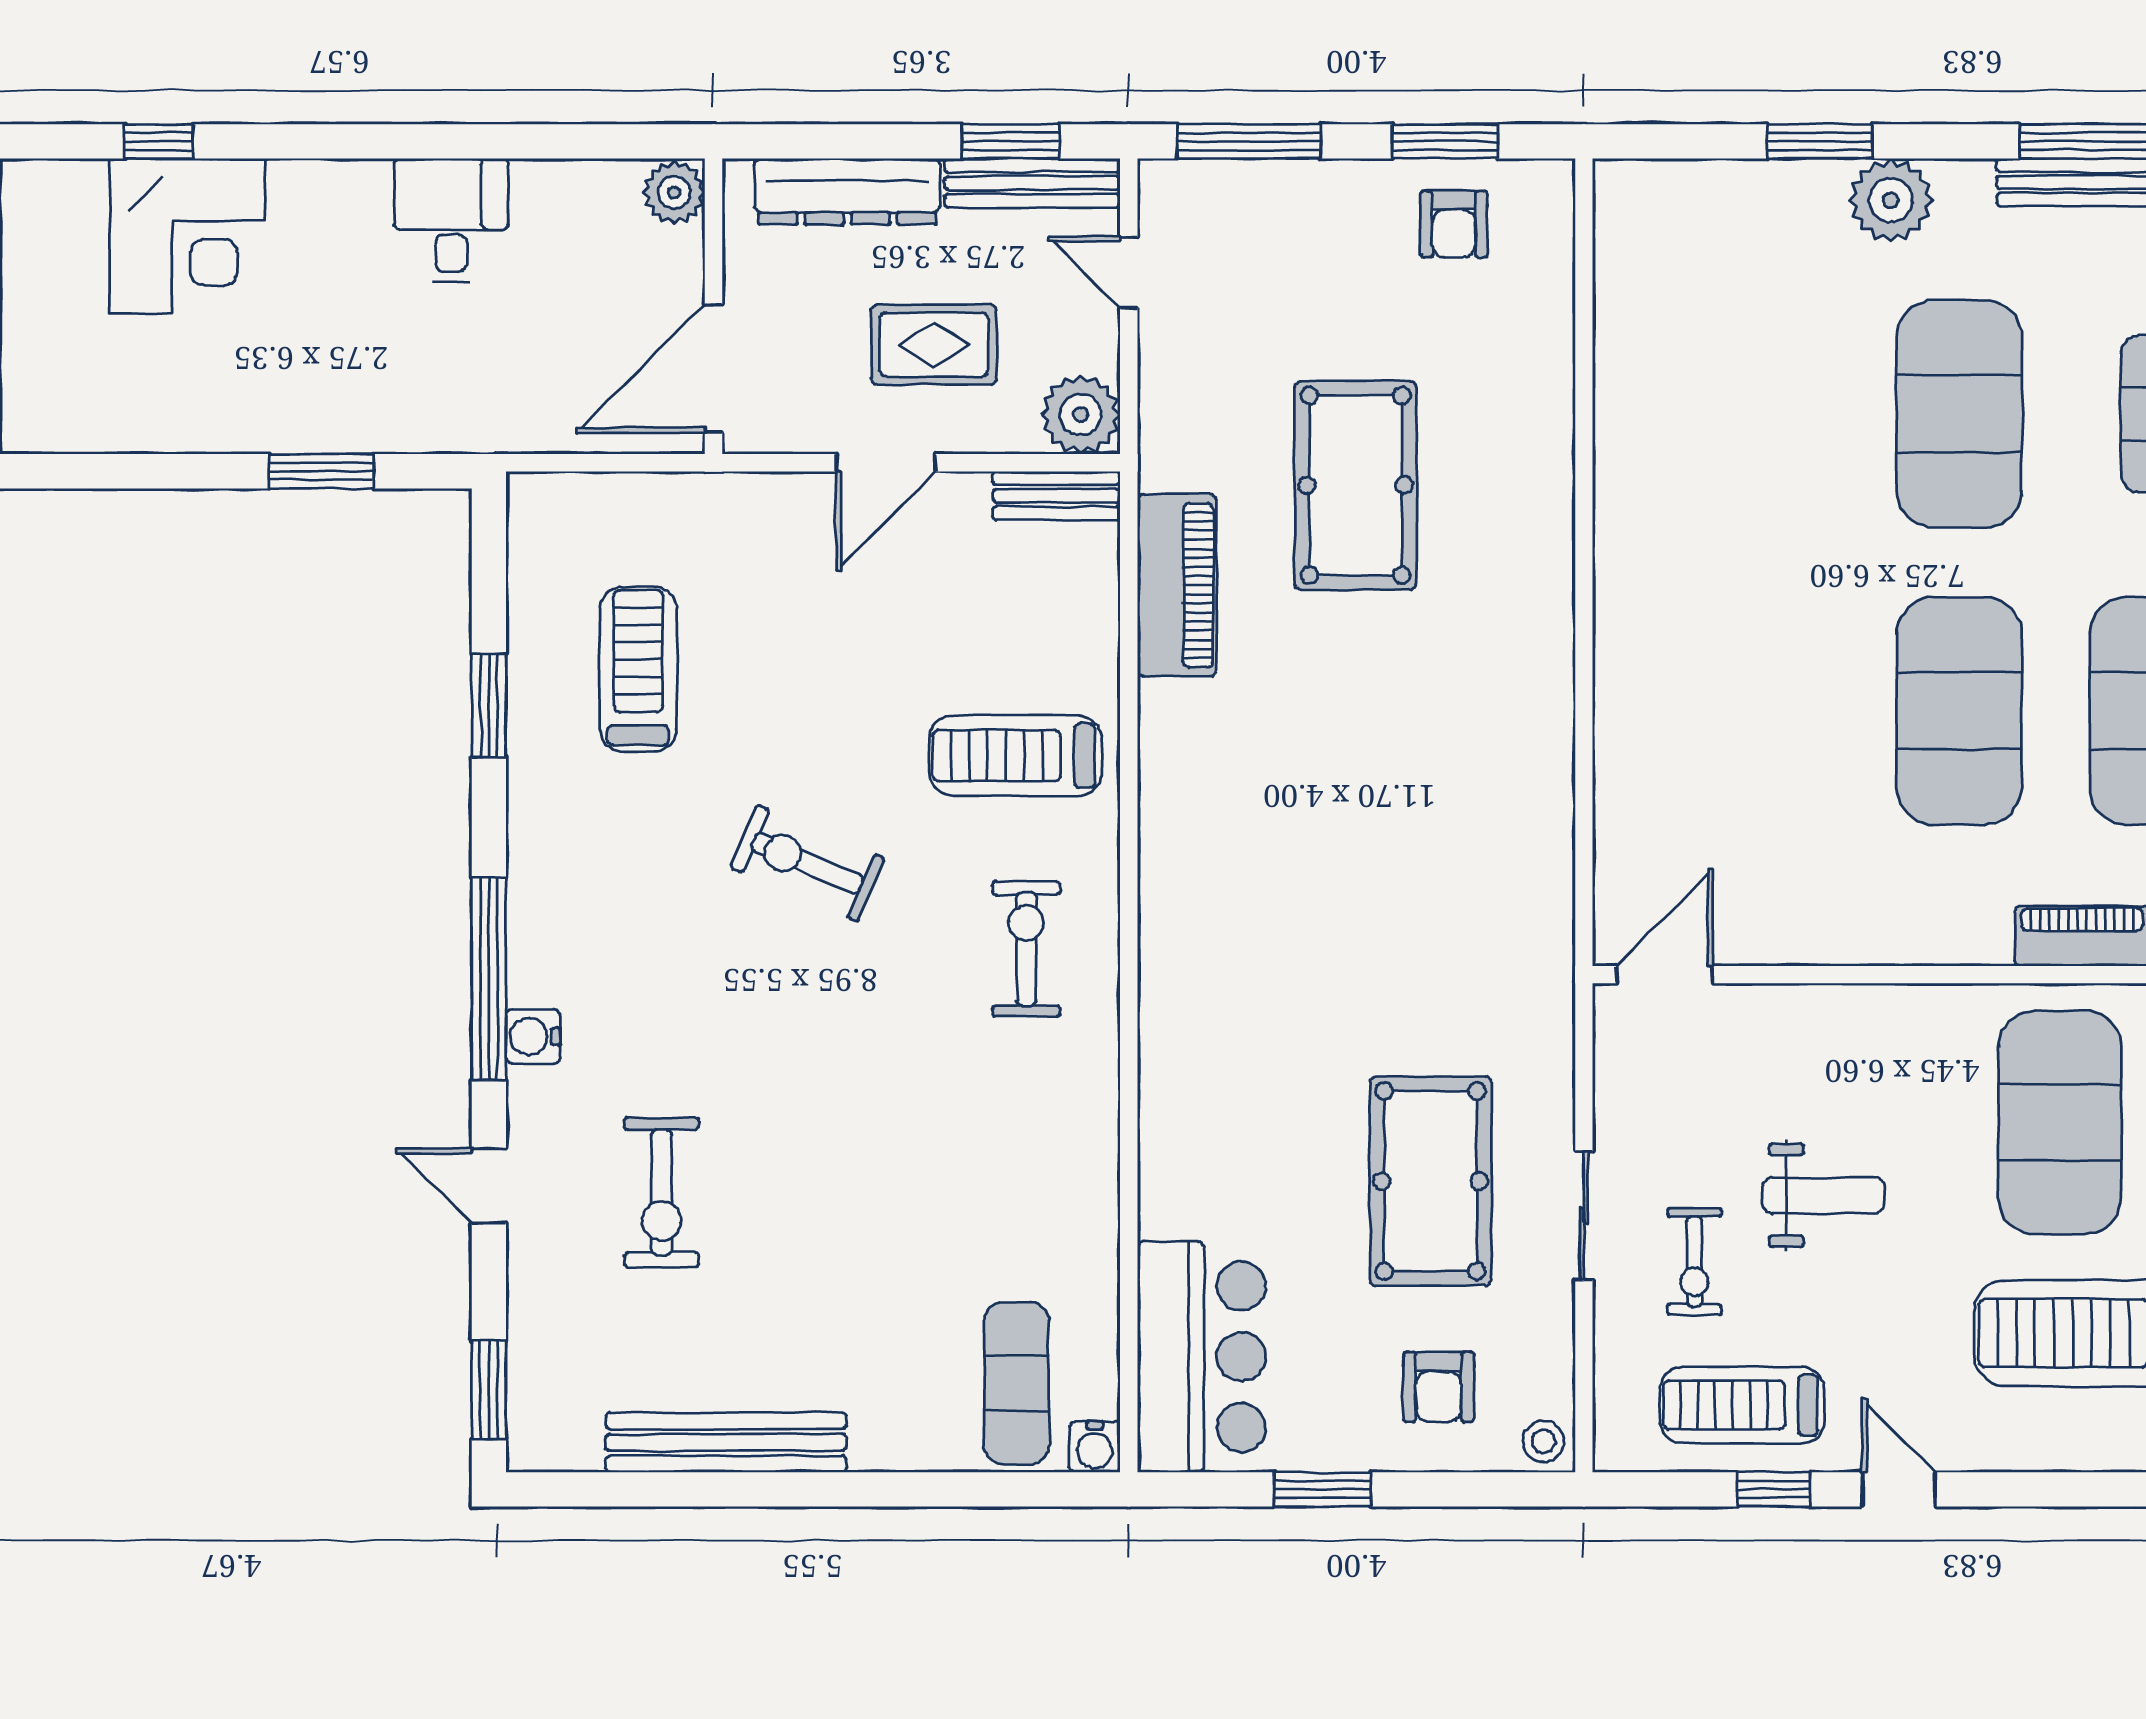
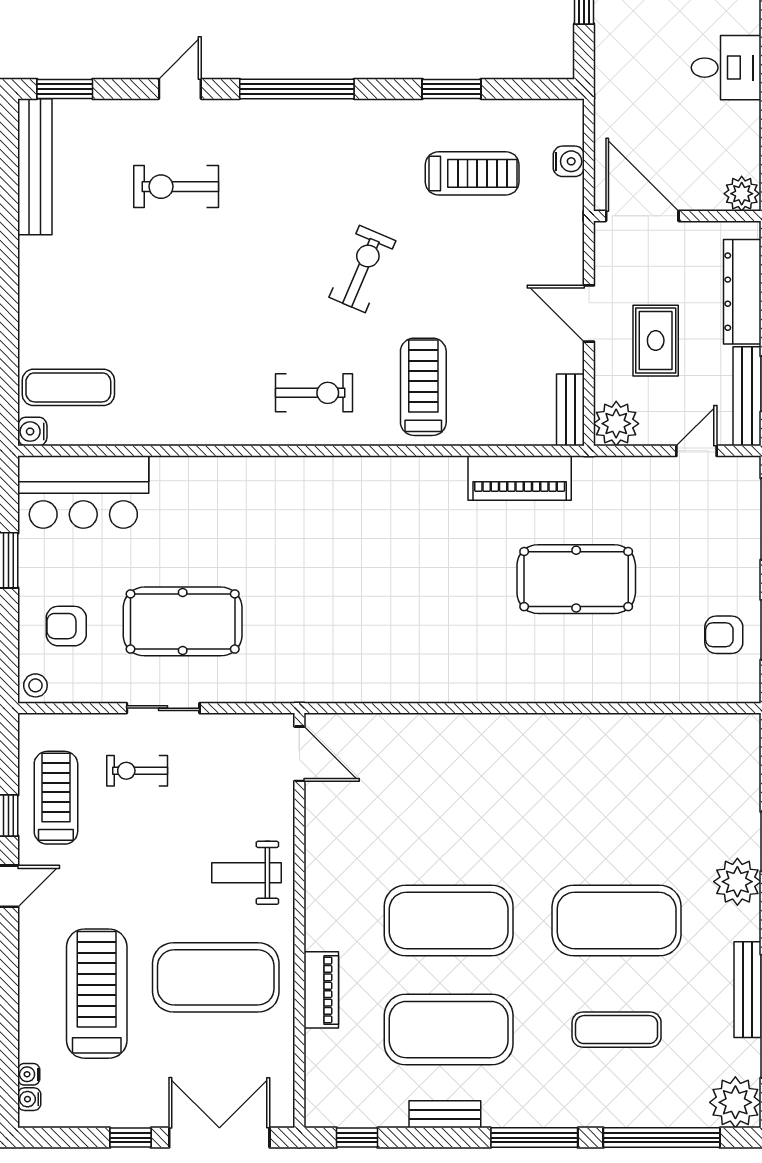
water cooler: (533, 1036) -> (569, 161), moved, turned 90
weight bench: (1823, 1195) -> (247, 873), moved, turned 90
bench: (726, 1442) -> (35, 167), moved

